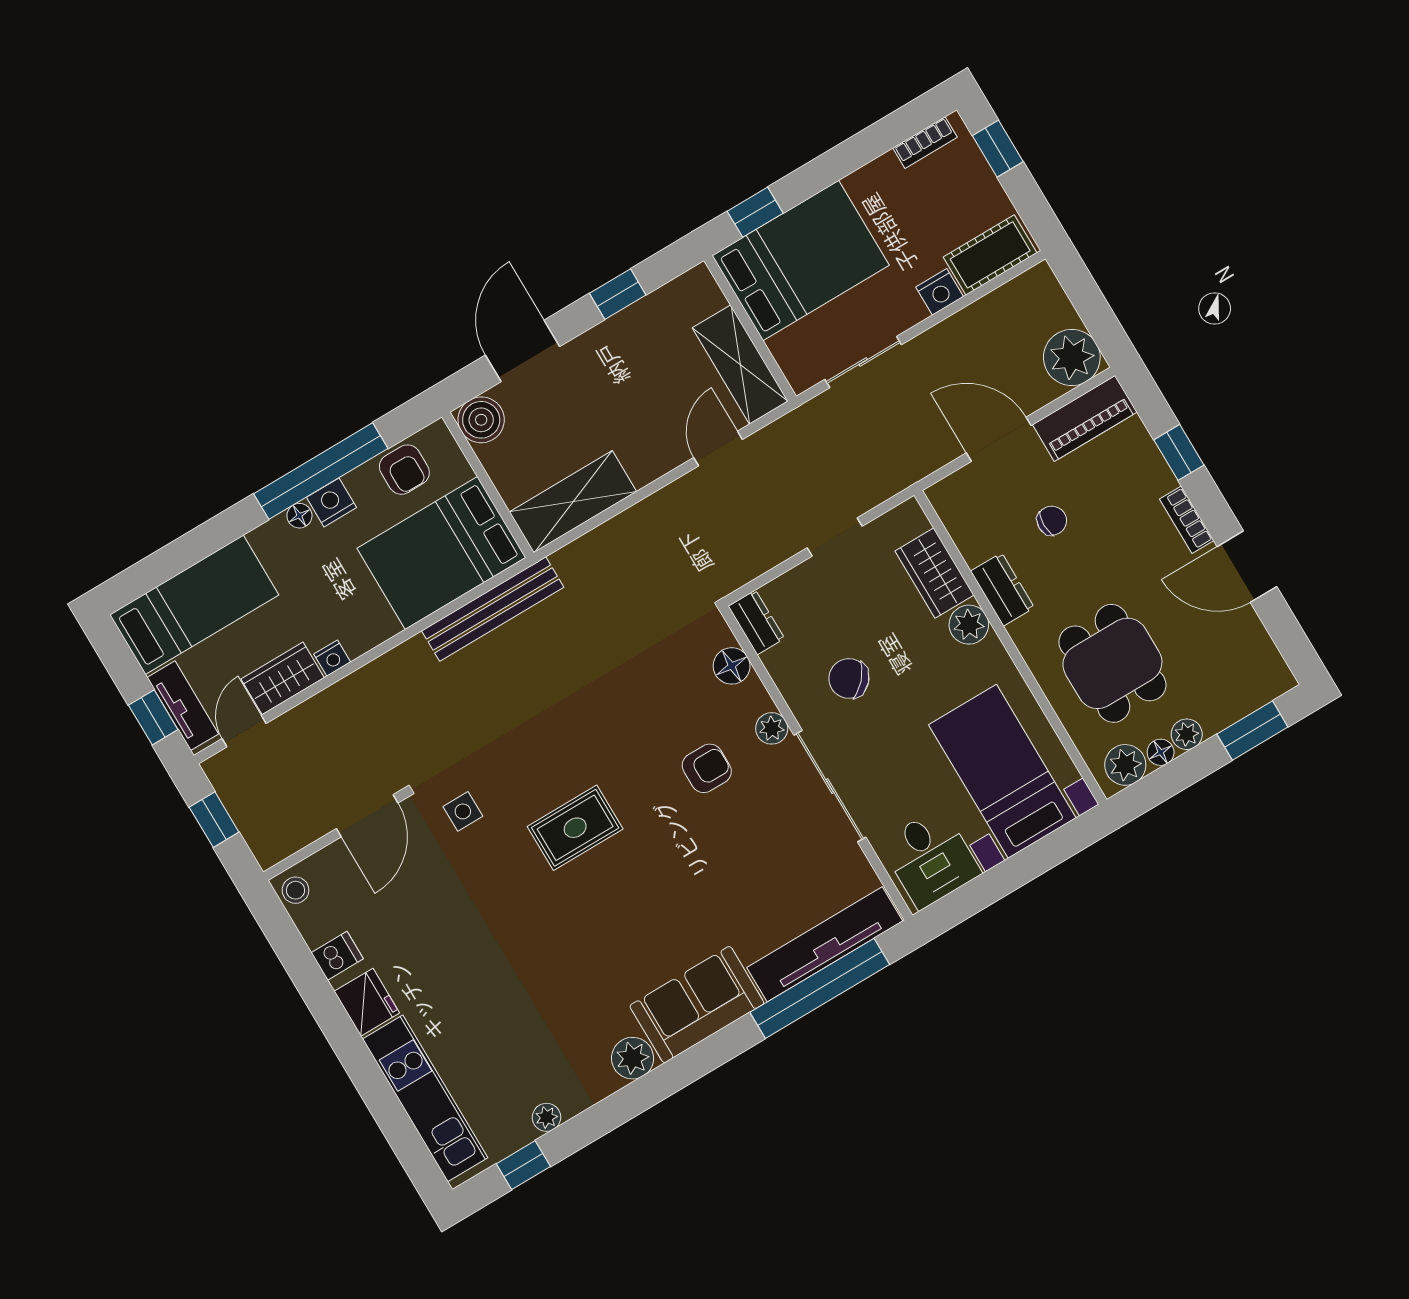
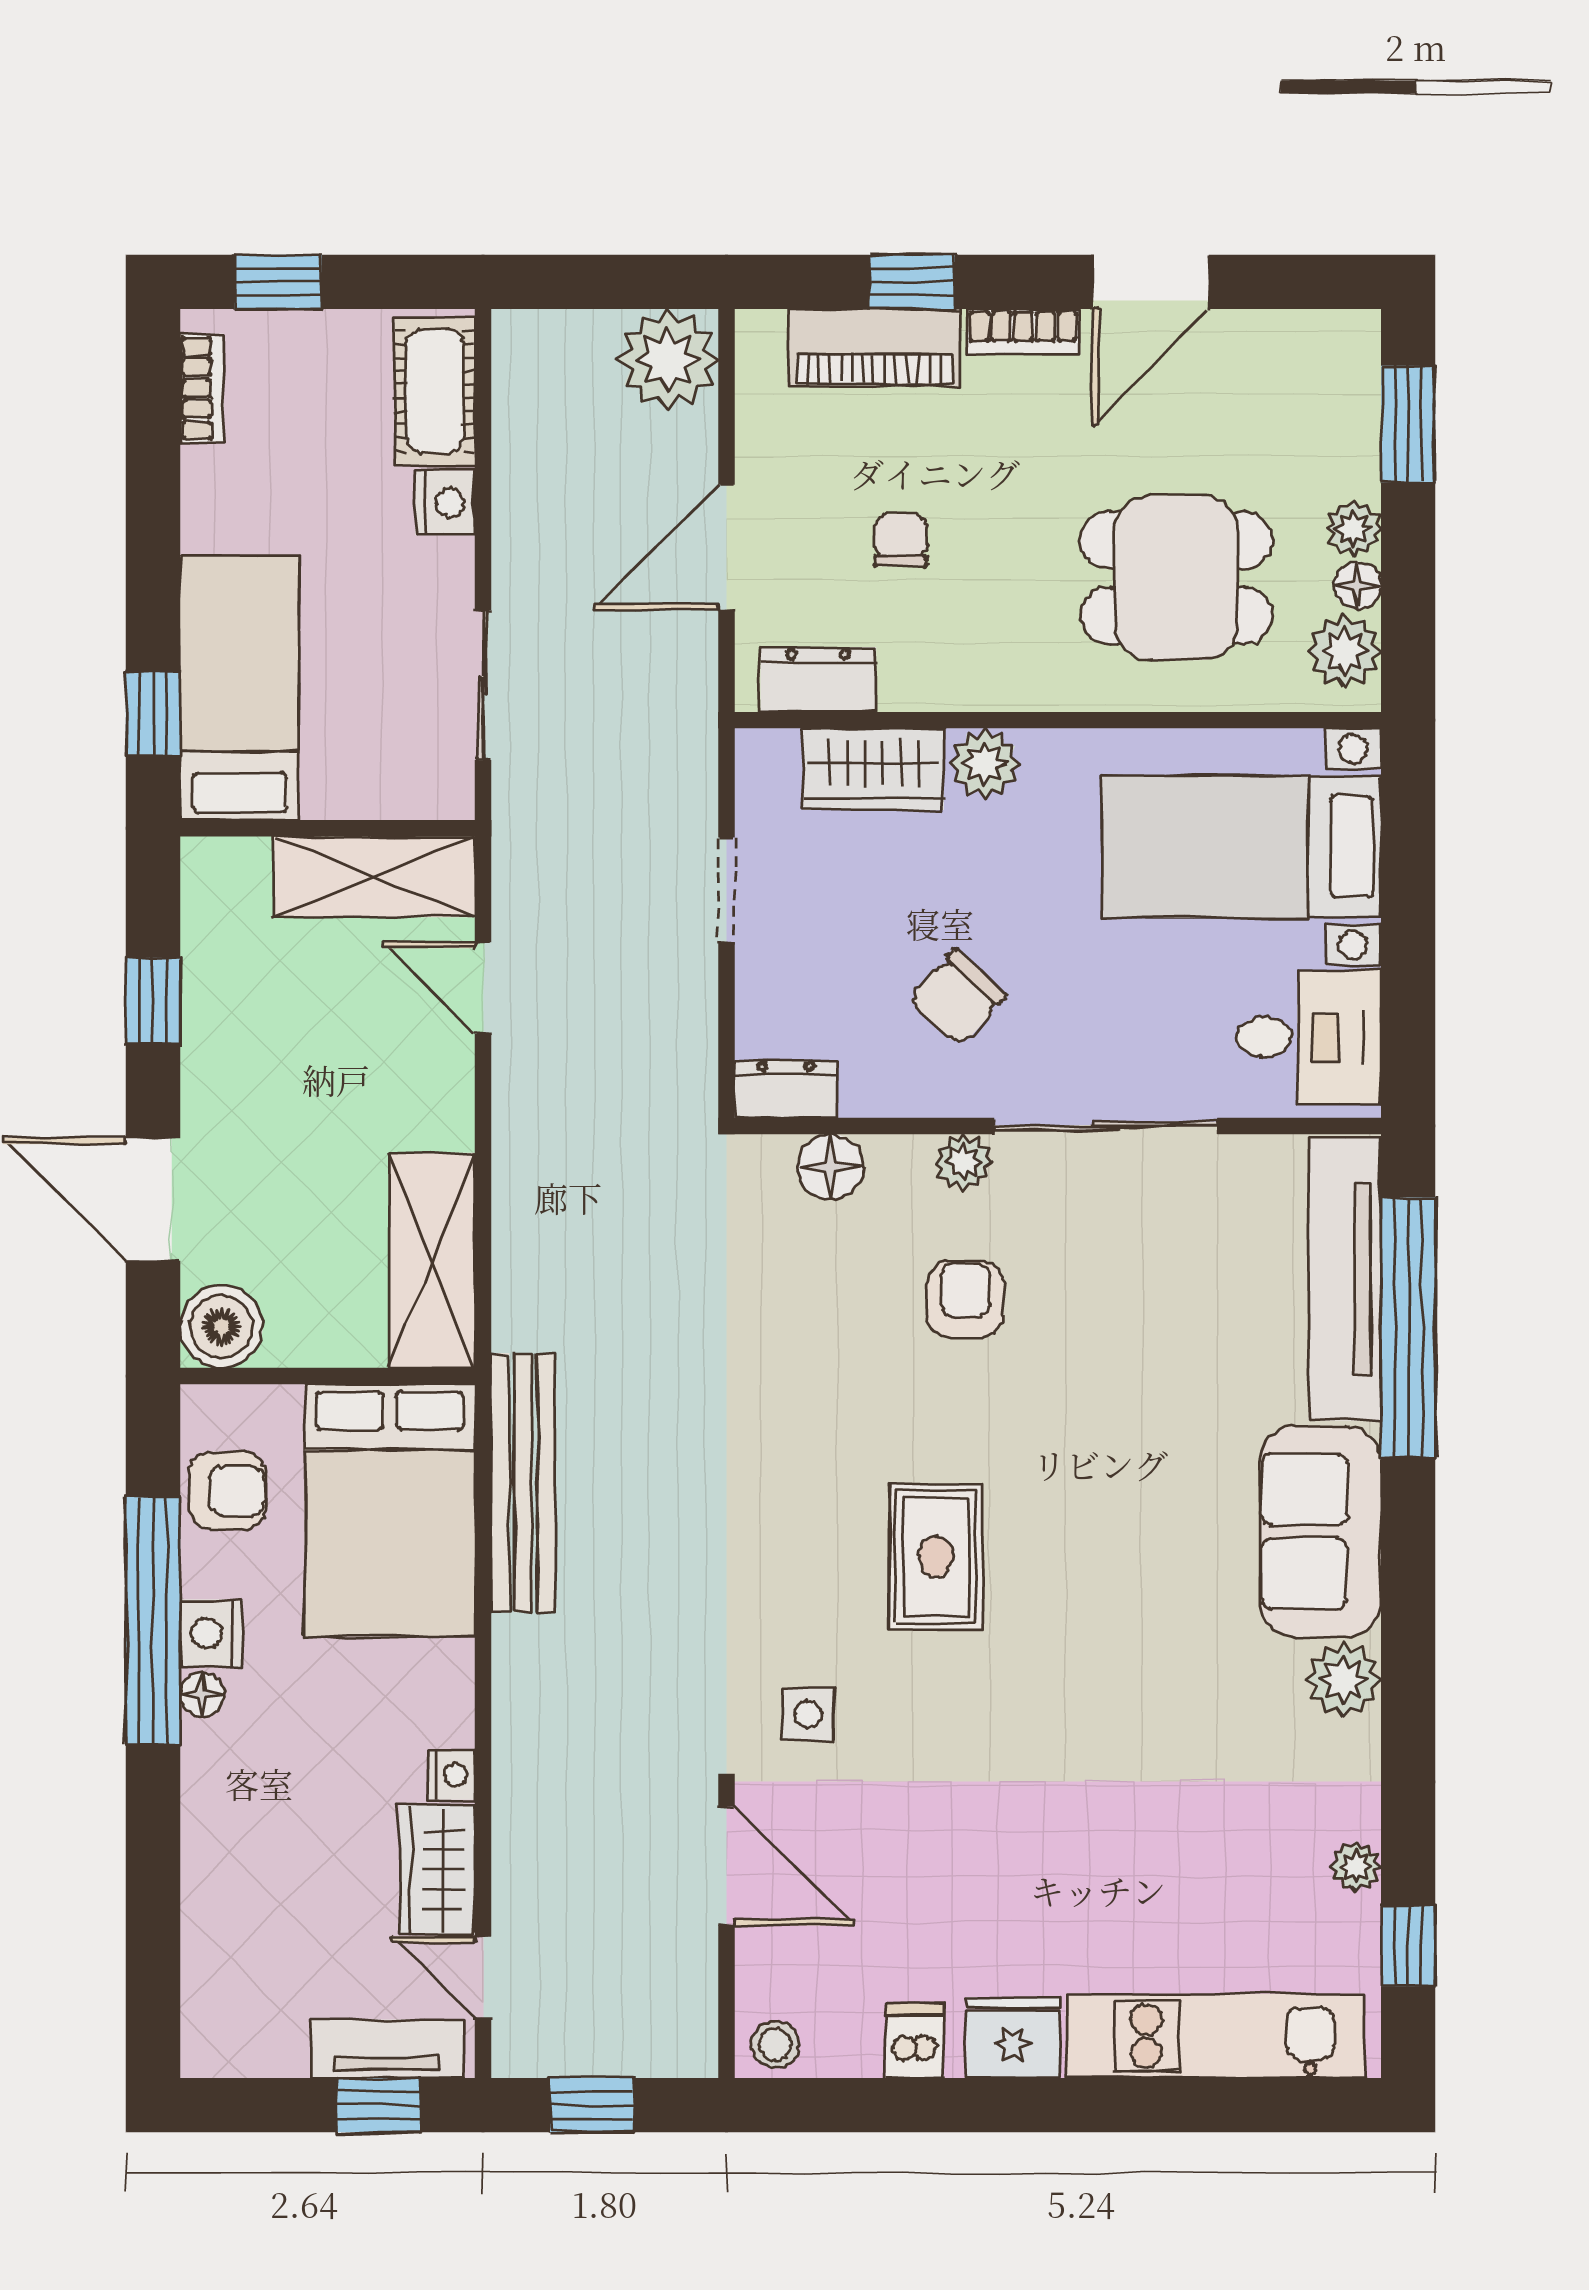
bed: (801, 260) -> (239, 688), width x0.67
piano: (1085, 418) -> (874, 348), moved, turned 90
dresser: (1002, 589) -> (818, 680), moved
bed: (194, 605) -> (243, 1939), removed

